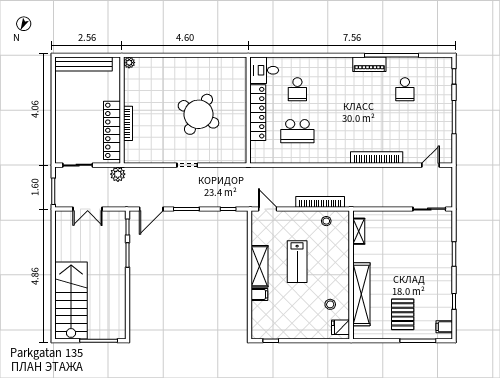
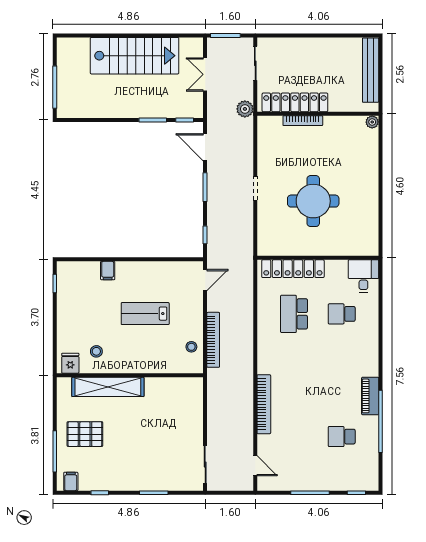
locker: (258, 113) -> (293, 269), moved
round table: (198, 114) -> (313, 201), turned -30
shelving: (359, 231) -> (180, 384), removed
shelving: (260, 266) -> (140, 271), removed
stairs: (71, 301) -> (135, 56), moved

